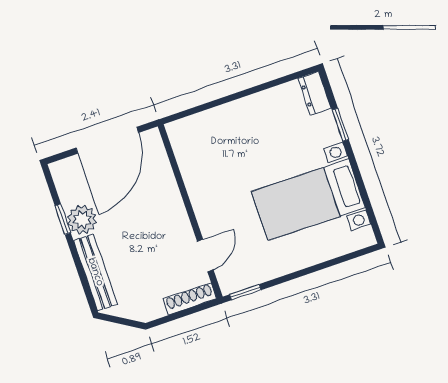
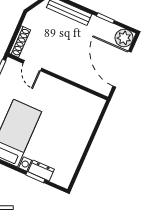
dresser: (315, 93) -> (41, 171), moved
plant: (82, 220) -> (124, 38), moved

